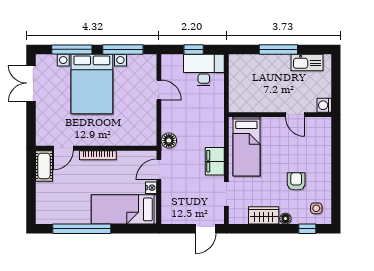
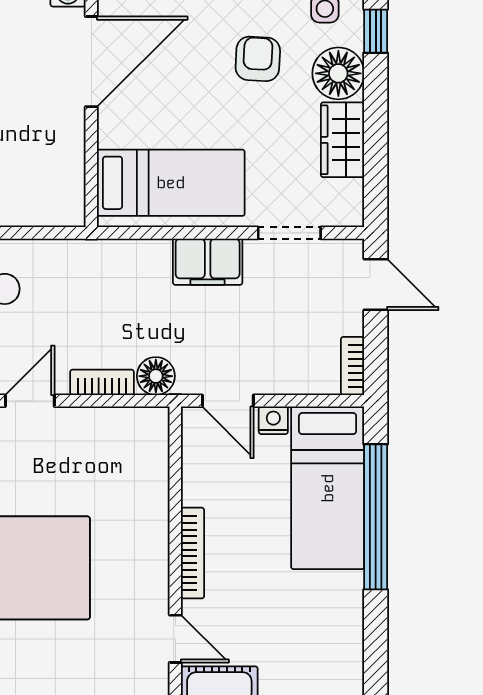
door: (295, 115) -> (91, 62), width x1.87
bookcase: (166, 119) -> (102, 382), added
armchair: (296, 181) -> (258, 59), turned 93
bookcase: (173, 219) -> (353, 366), added
floor lamp: (285, 219) -> (338, 73), width x1.89, depth x1.89
window: (82, 229) -> (376, 517), moved

